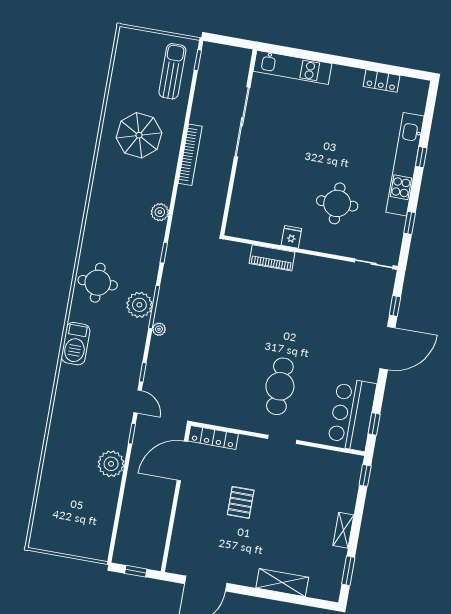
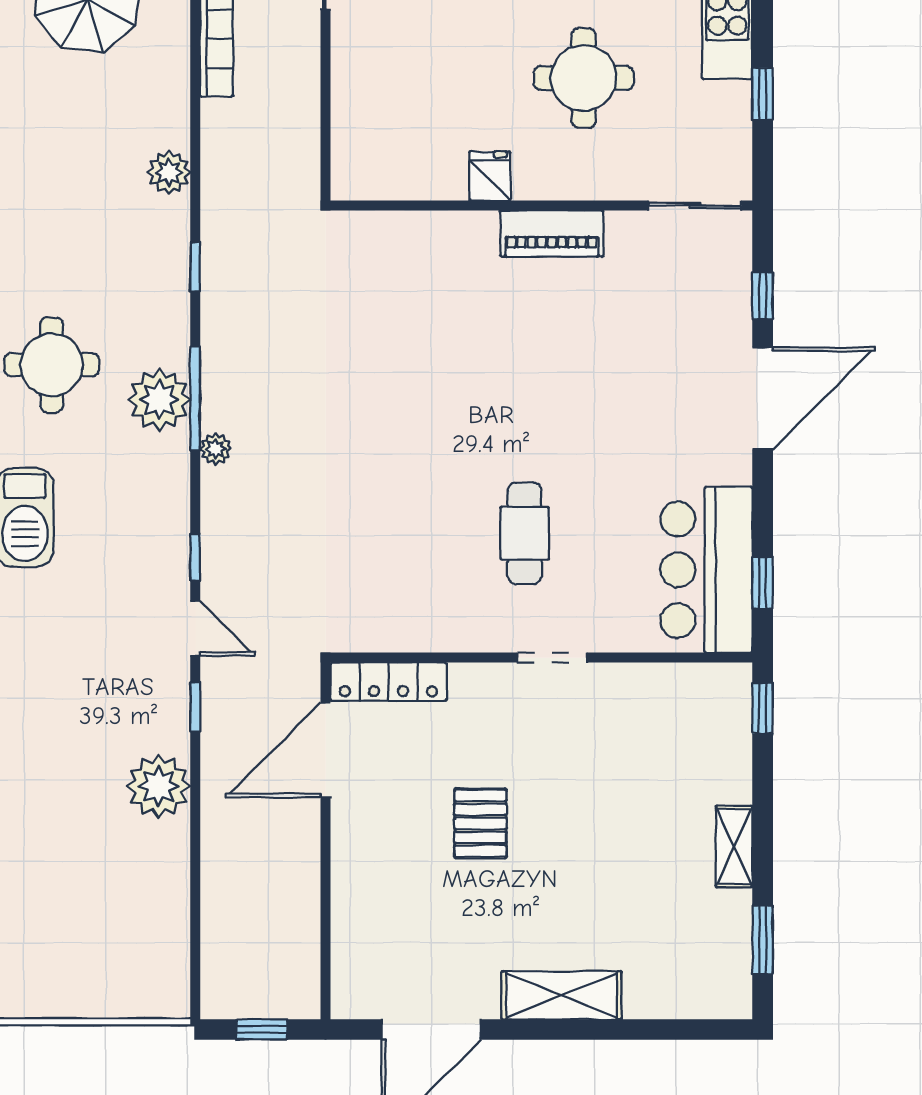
piano: (272, 258) -> (552, 233), moved
cafe table: (280, 386) -> (525, 533), width x0.73, depth x0.74
shelving: (282, 583) -> (562, 995), moved

